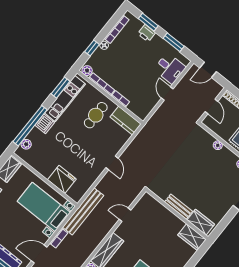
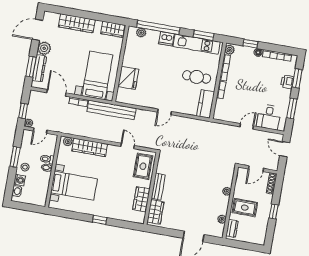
rug: (152, 211) -> (143, 166), added
wardrobe: (192, 237) -> (141, 199), moved

